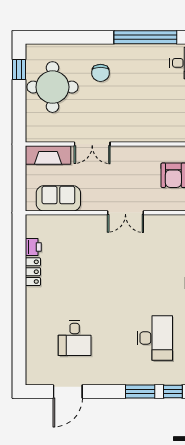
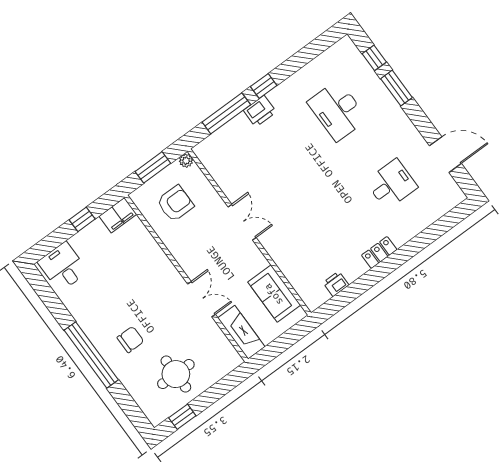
window: (145, 37) -> (91, 355), moved
round table: (52, 87) -> (176, 374), width x0.73, depth x0.73
locker: (33, 272) -> (379, 252), moved
desk: (155, 338) -> (337, 111), turned -90

